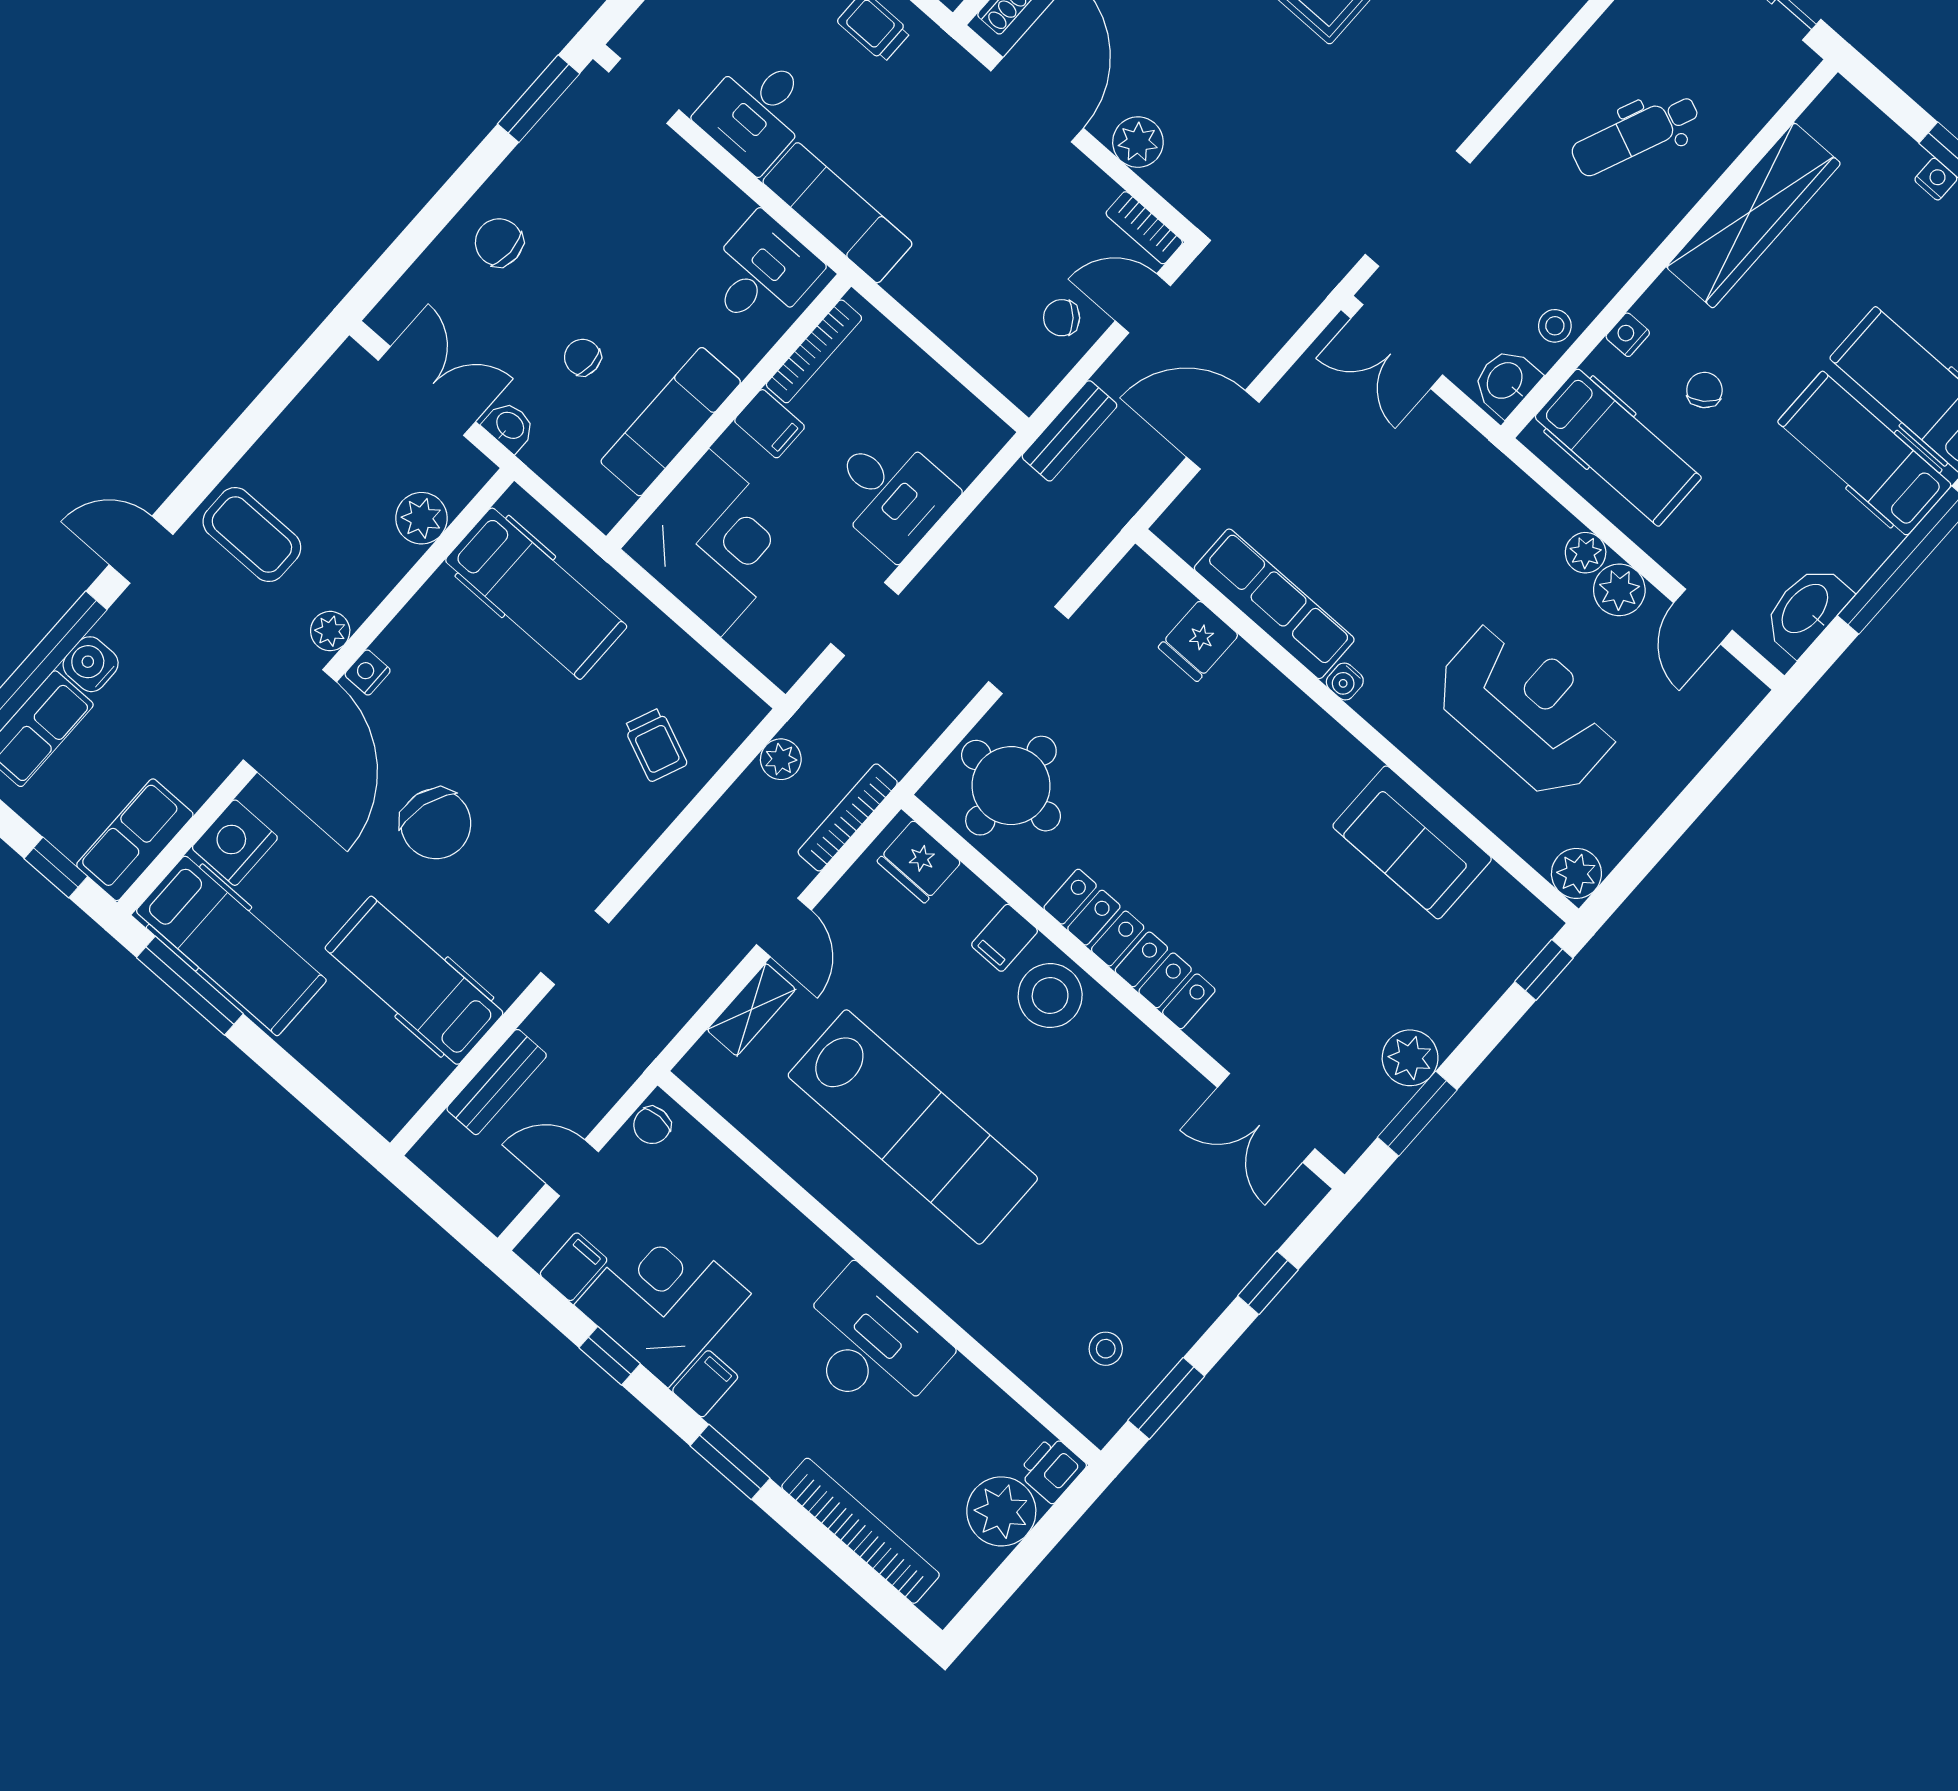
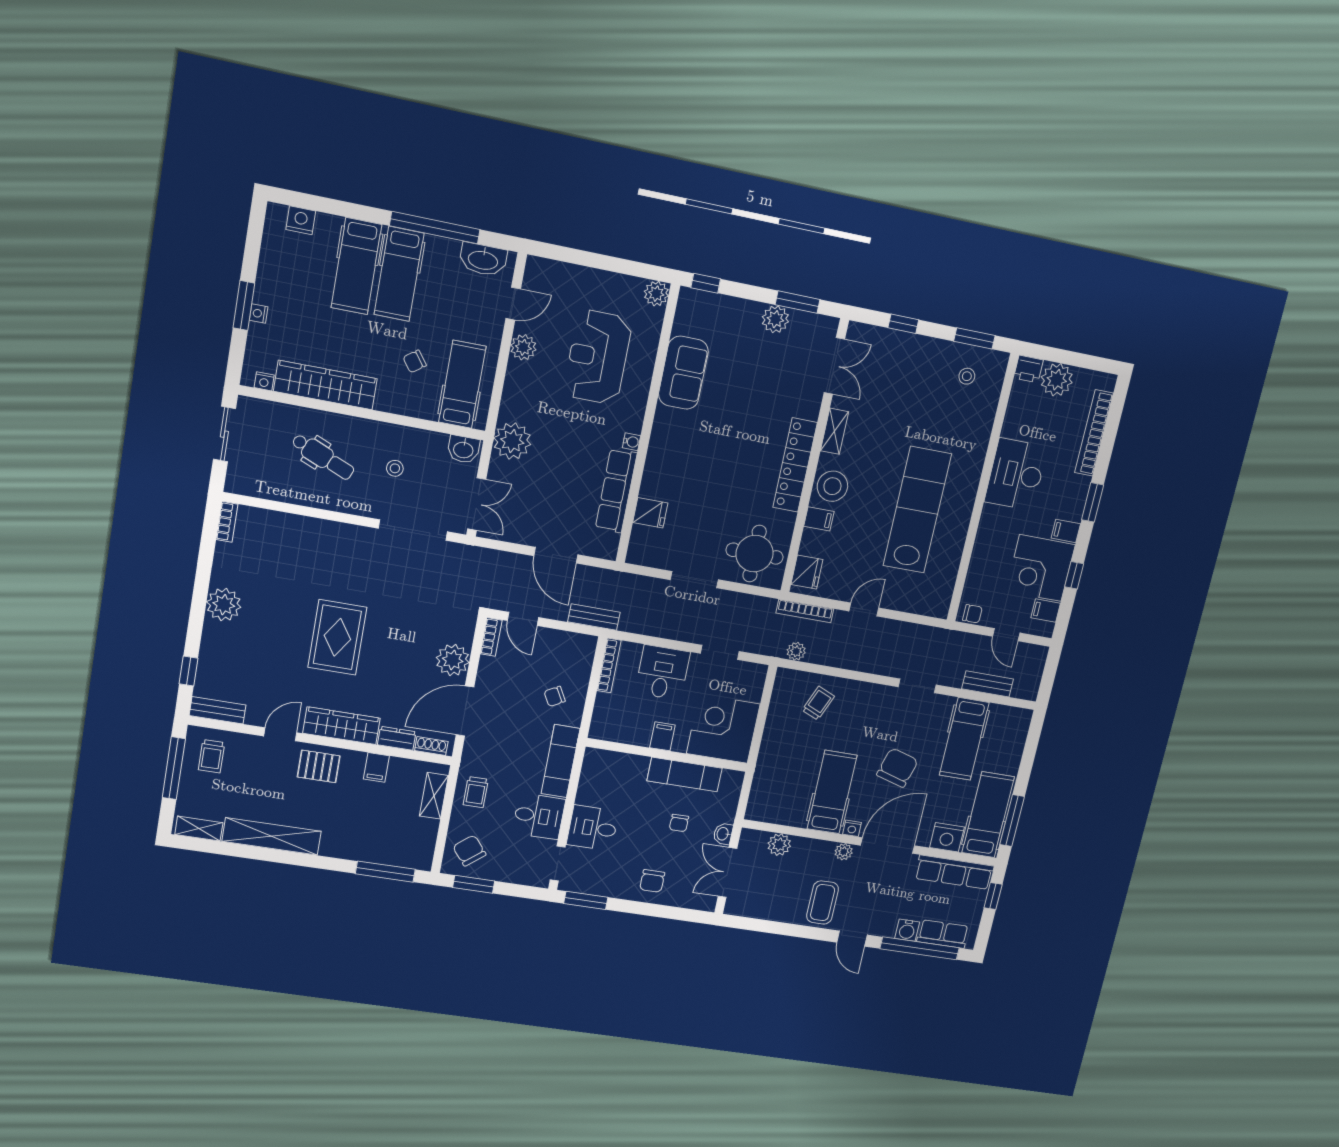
plant: (1138, 142) -> (453, 660), width x1.36, depth x1.36
desk: (761, 273) -> (593, 828), moved
chair: (1062, 318) -> (555, 696), moved, turned 102
stool: (1555, 326) -> (395, 468), moved
nightstand: (1628, 335) -> (264, 381), moved
bookcase: (814, 351) -> (609, 665), moved, turned 90
plant: (1586, 553) -> (512, 441), moved, width x1.88, depth x1.88
hospital bed: (536, 593) -> (832, 792), moved
row of seats: (135, 840) -> (954, 872), width x1.48
shelving: (751, 1010) -> (834, 431), moved, turned 90

